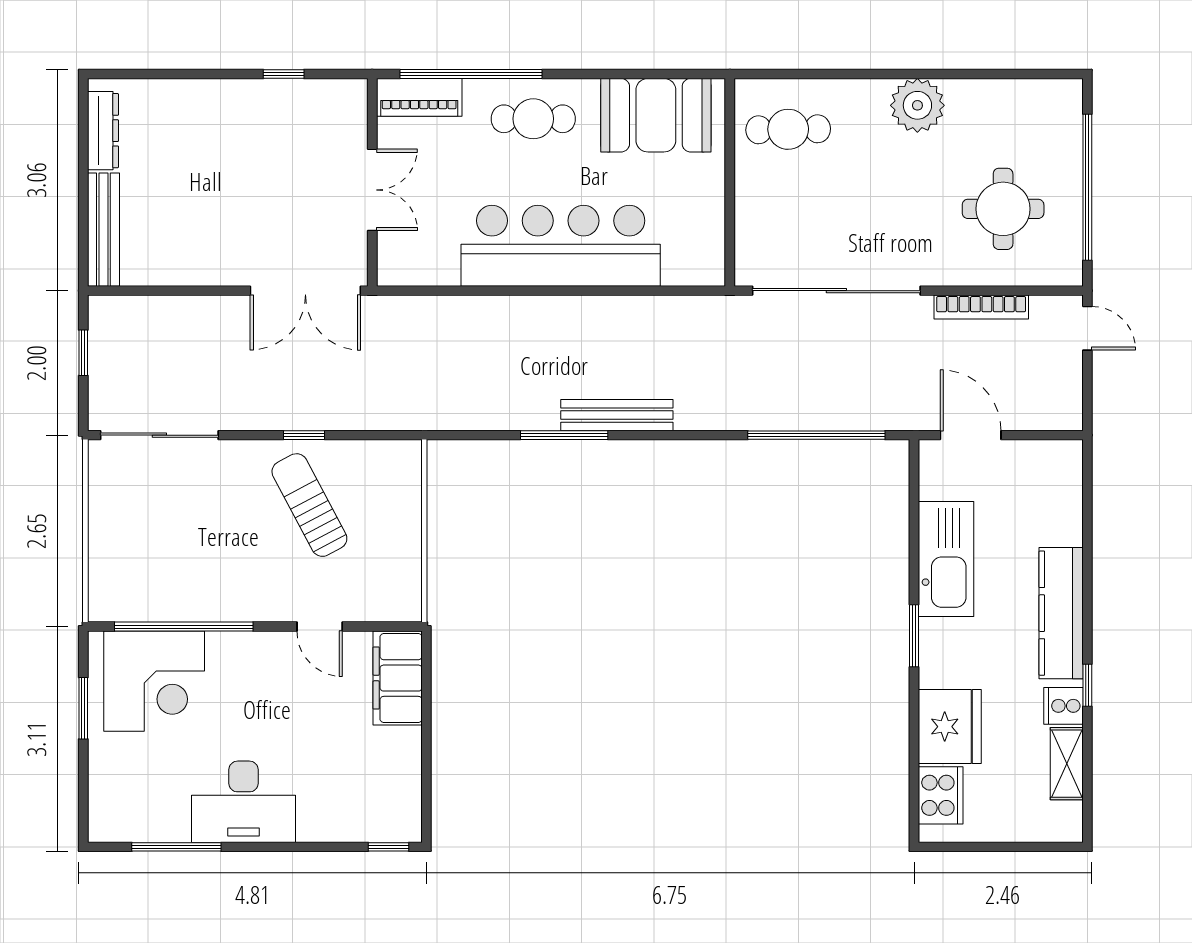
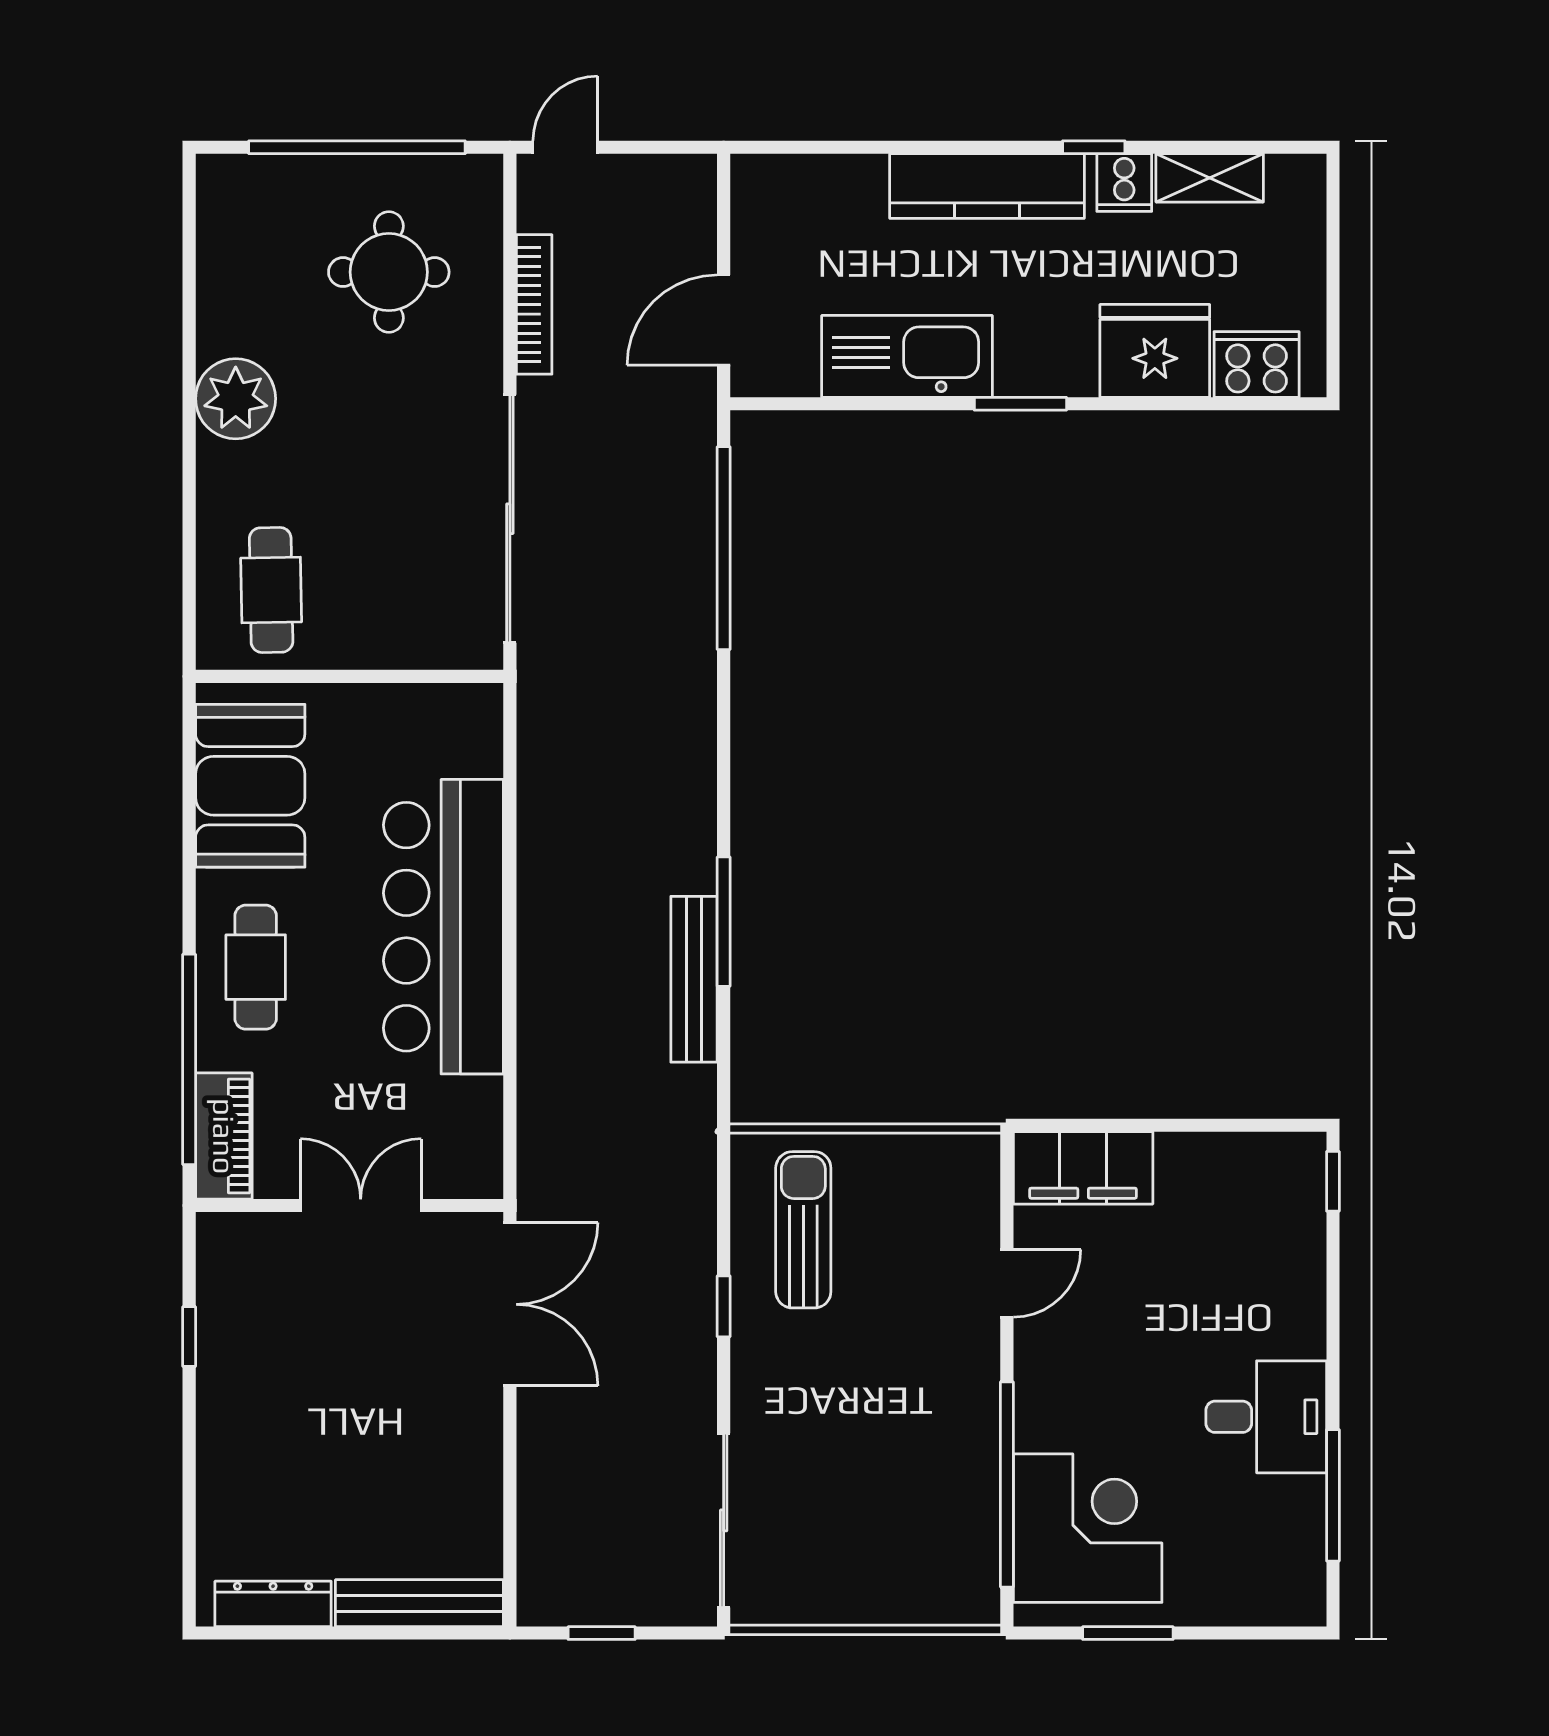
bench: (617, 415) -> (694, 979), moved
sun lounger: (309, 505) -> (803, 1230), moved, turned 118
desk: (243, 802) -> (1266, 1417), width x0.73

